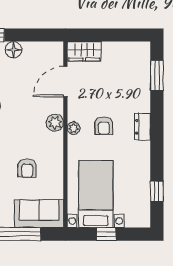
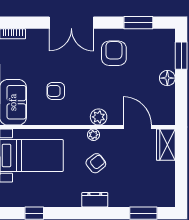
armchair: (104, 126) -> (96, 163), turned 142

